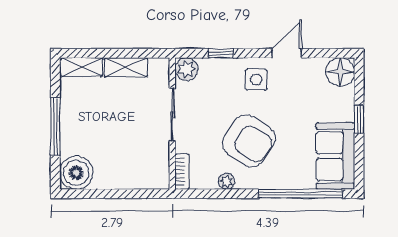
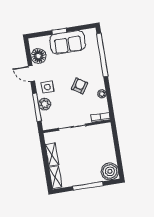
window: (221, 53) -> (37, 107), width x2.17
plant: (186, 69) -> (45, 104), moved
floor lamp: (340, 72) -> (38, 56), moved
armchair: (249, 141) -> (79, 86), width x0.53, depth x0.53
sofa: (335, 156) -> (68, 42), moved

